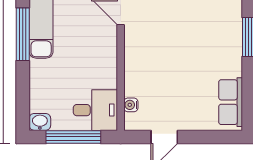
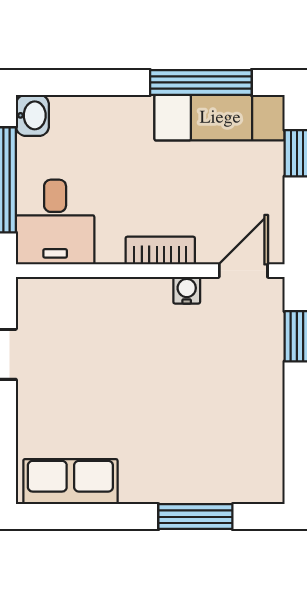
bookcase: (110, 55) -> (160, 251), added
water cooler: (131, 105) -> (187, 290), moved

